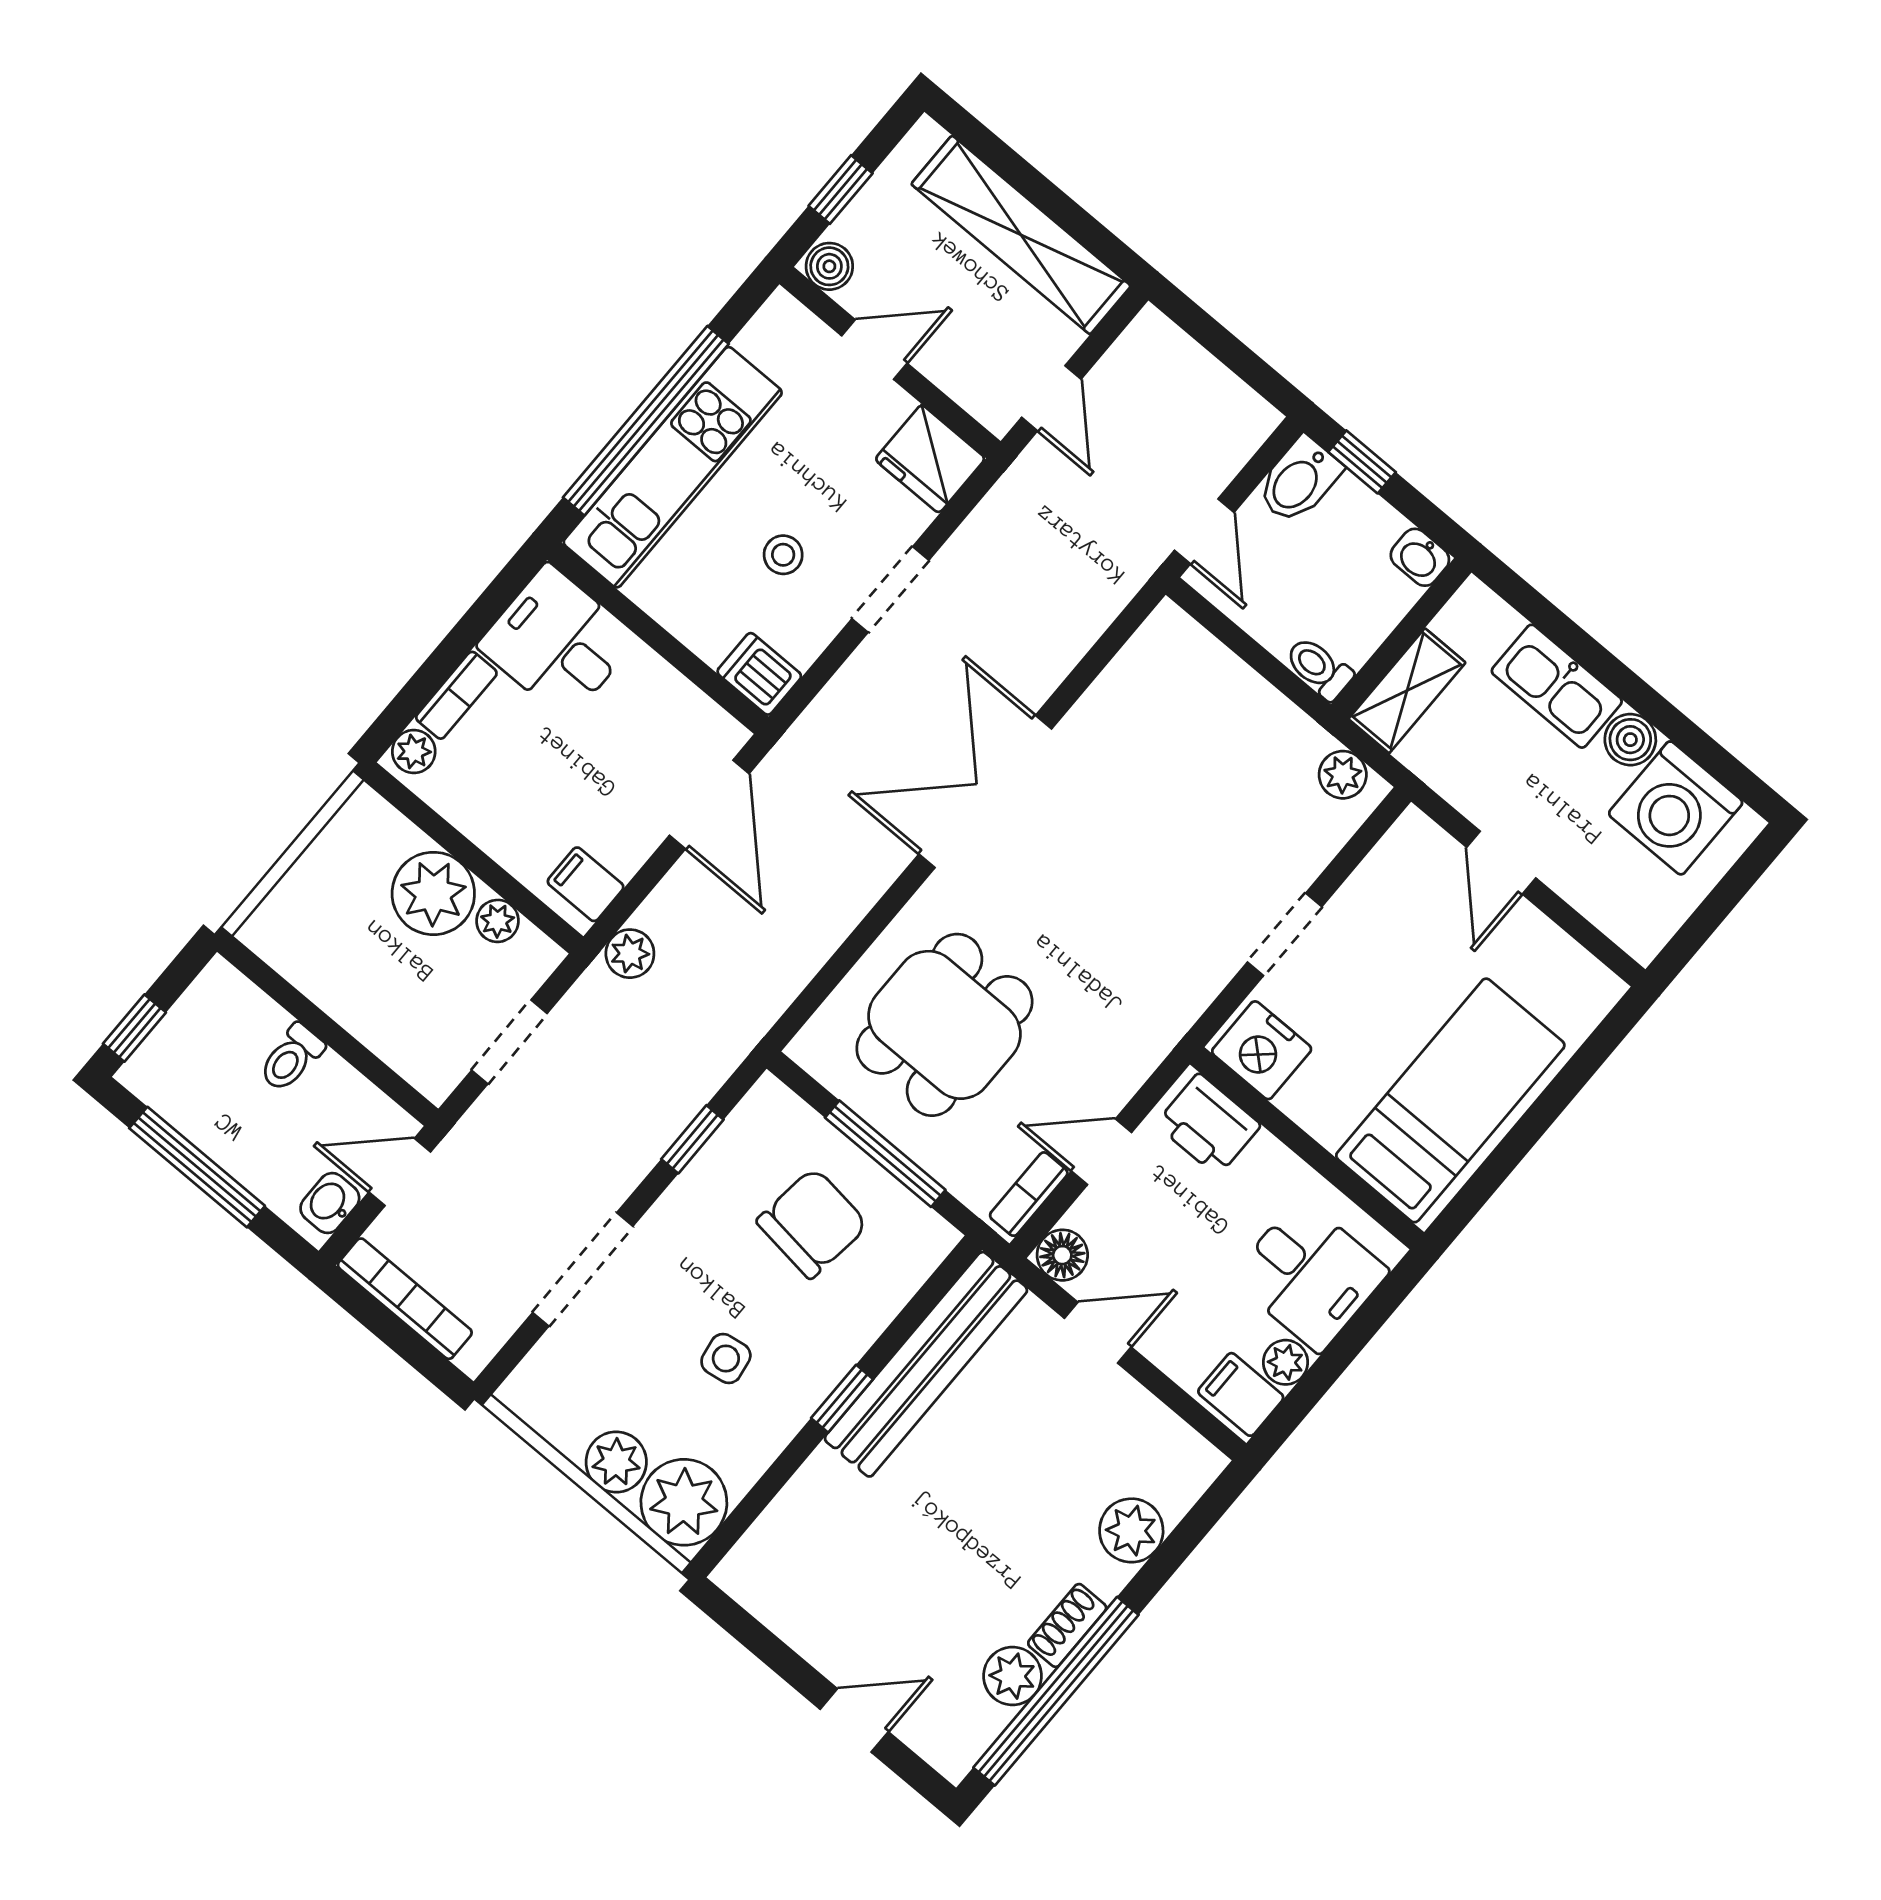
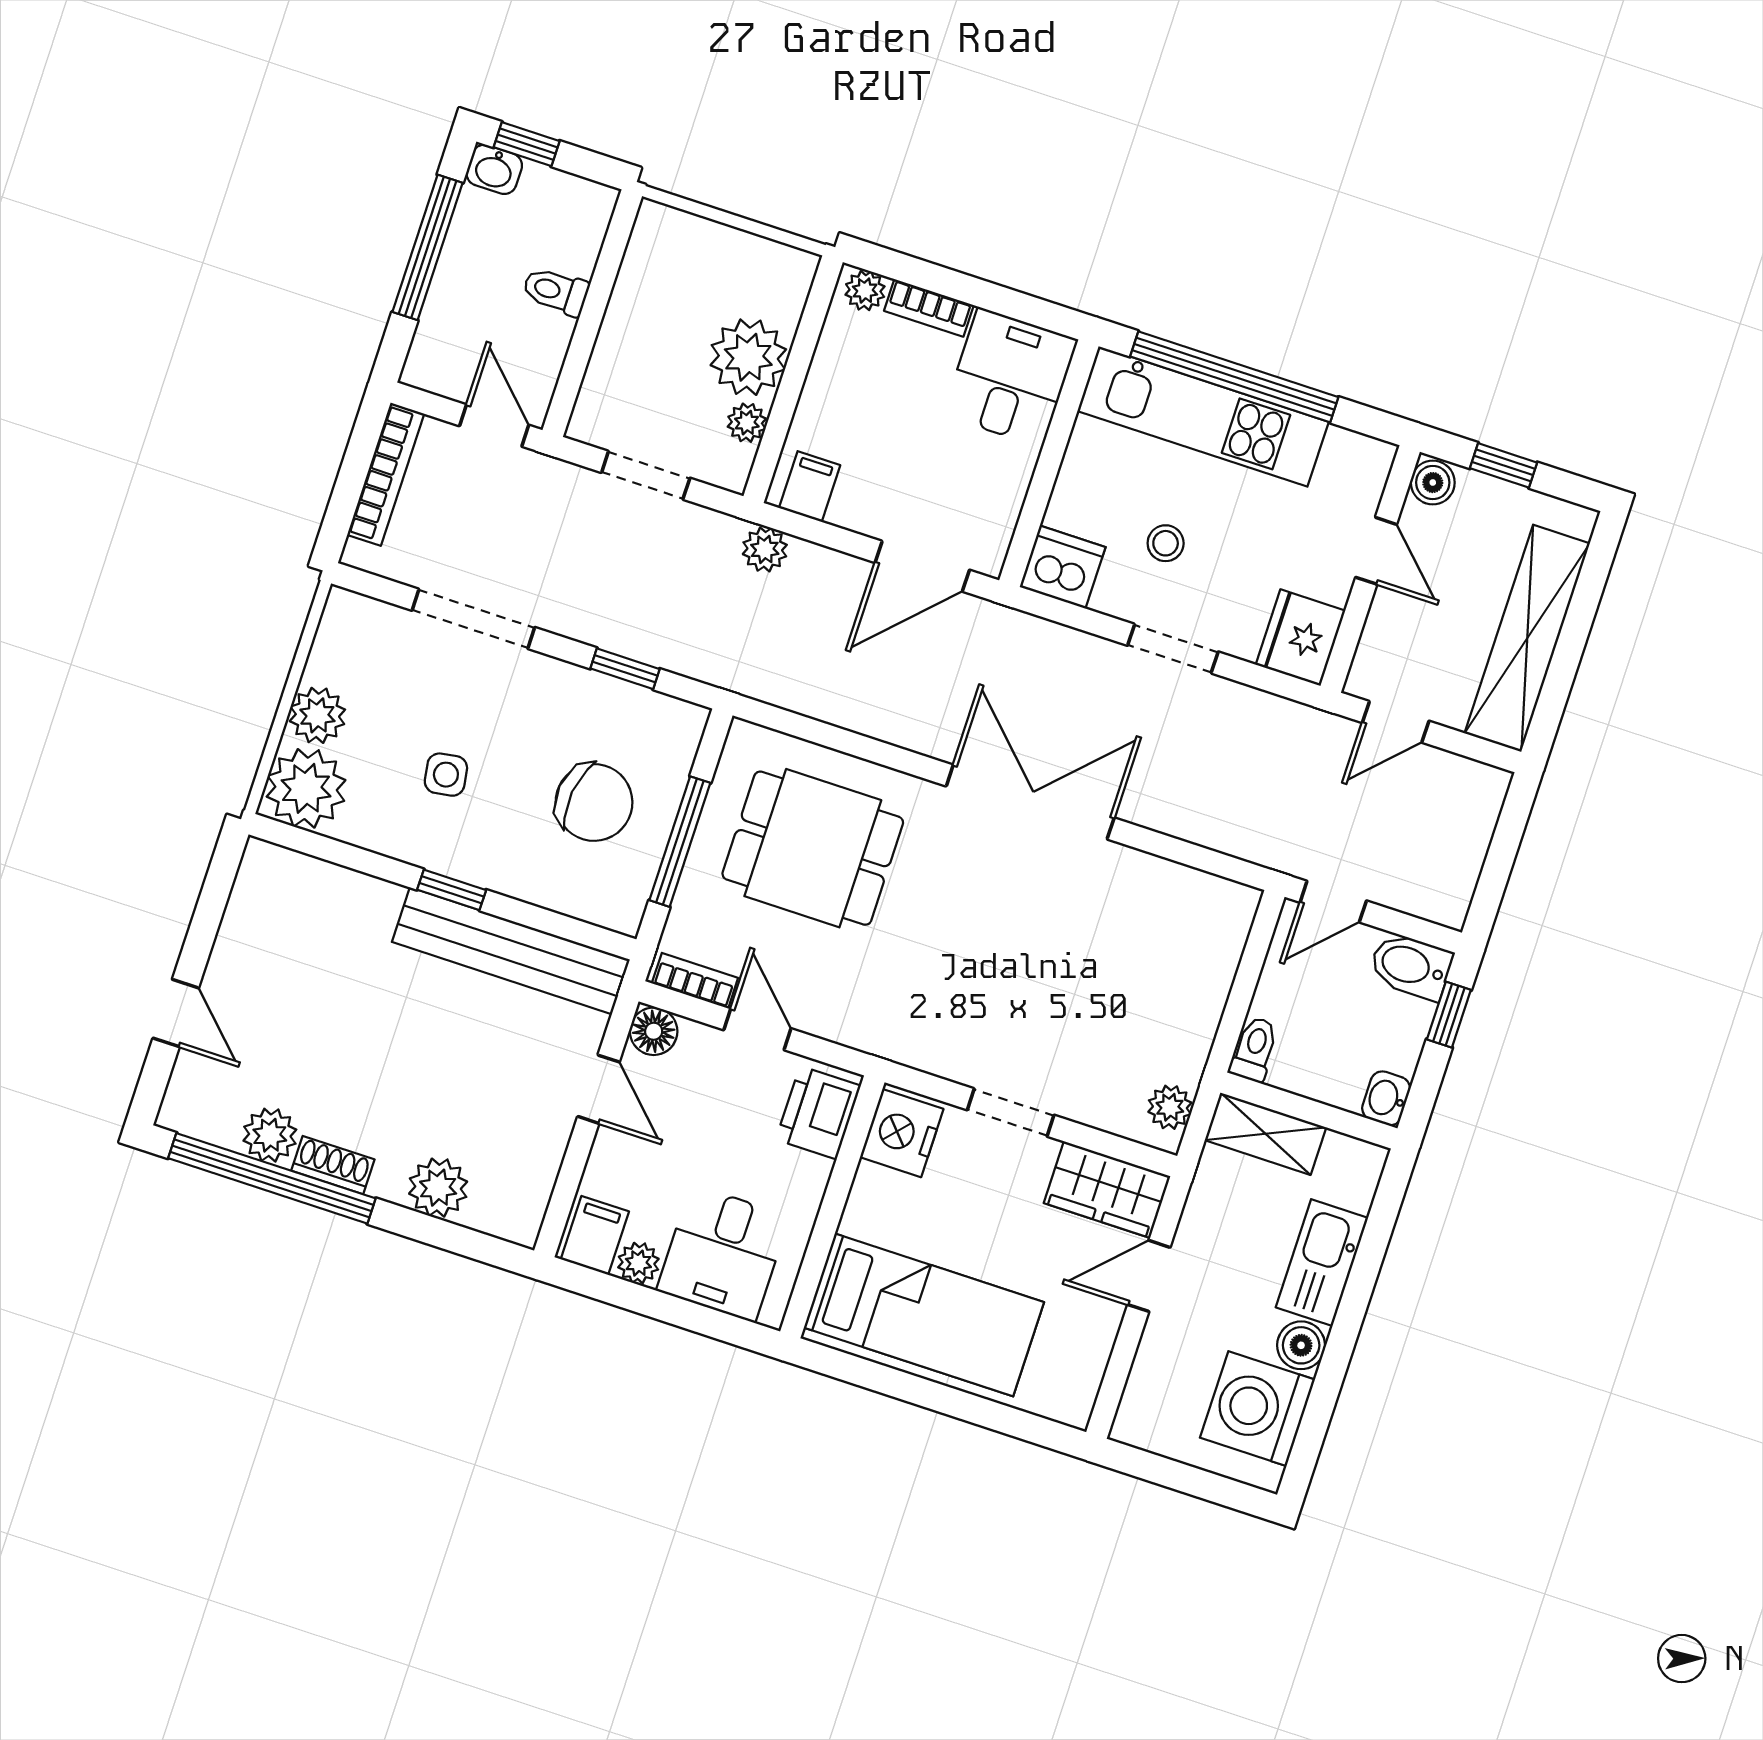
dishwasher: (759, 674) -> (1063, 567), width x1.38
wardrobe: (1399, 870) -> (1107, 1190), added
washbasin: (330, 1203) -> (494, 169), moved, turned 180

